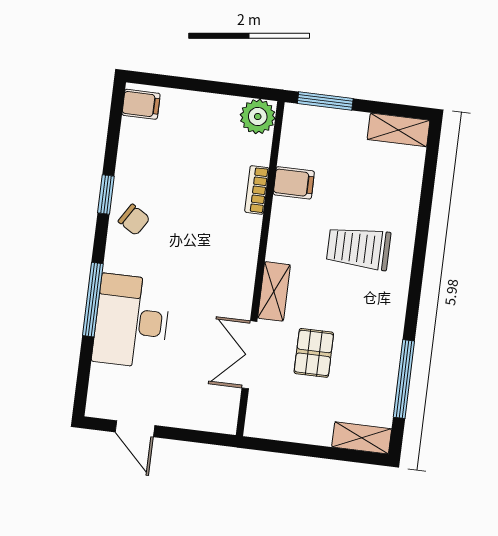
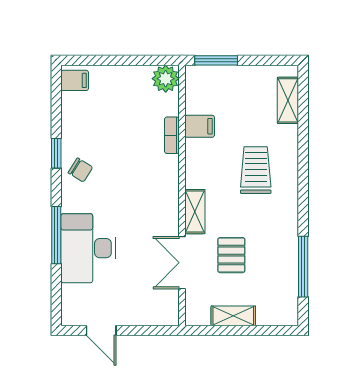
shelving: (399, 130) -> (288, 100), moved, turned 90
trolley: (359, 248) -> (256, 170), turned 90
shelving: (362, 438) -> (233, 316), moved

